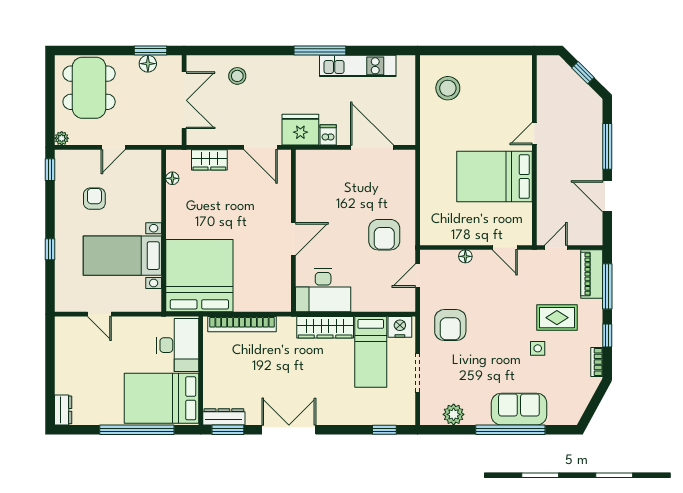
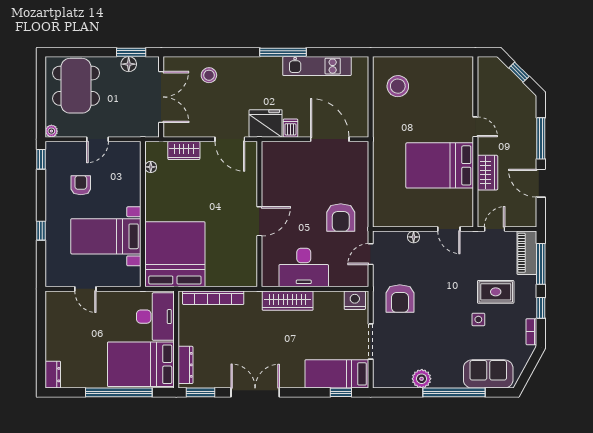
door: (534, 134) -> (475, 127), swing flipped
wardrobe: (548, 185) -> (487, 173), added
desk: (323, 290) -> (304, 267), moved
bed: (371, 352) -> (337, 374), moved, turned 90
sofa: (519, 409) -> (488, 374), moved
plant: (454, 414) -> (422, 379), moved
dresser: (224, 417) -> (186, 365), moved, turned 90

